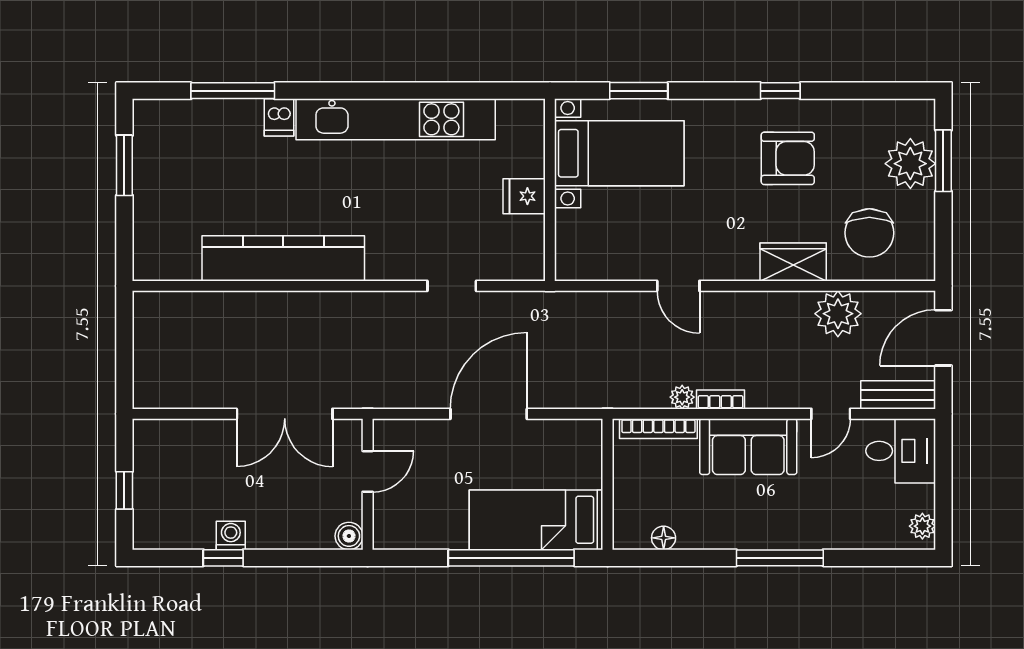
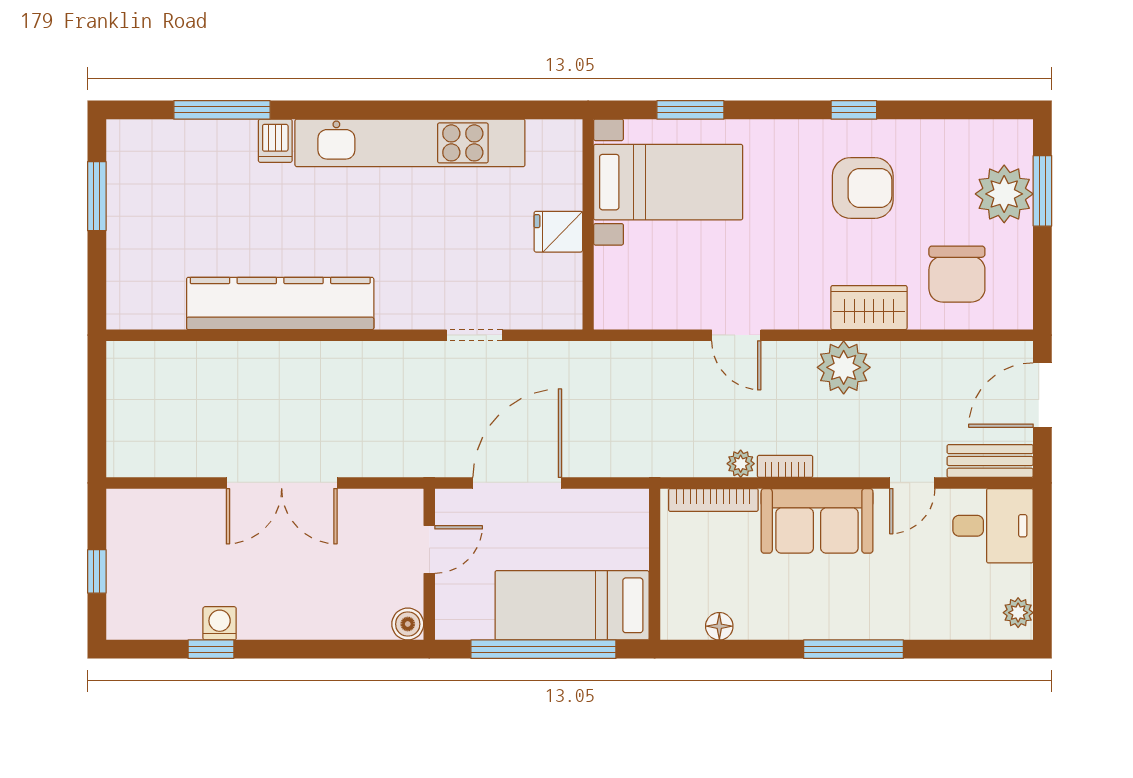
plant: (838, 314) -> (844, 367), moved
door: (368, 471) -> (429, 549), moved
wall: (368, 484) -> (429, 564), moved
boiler: (349, 536) -> (408, 624), moved

